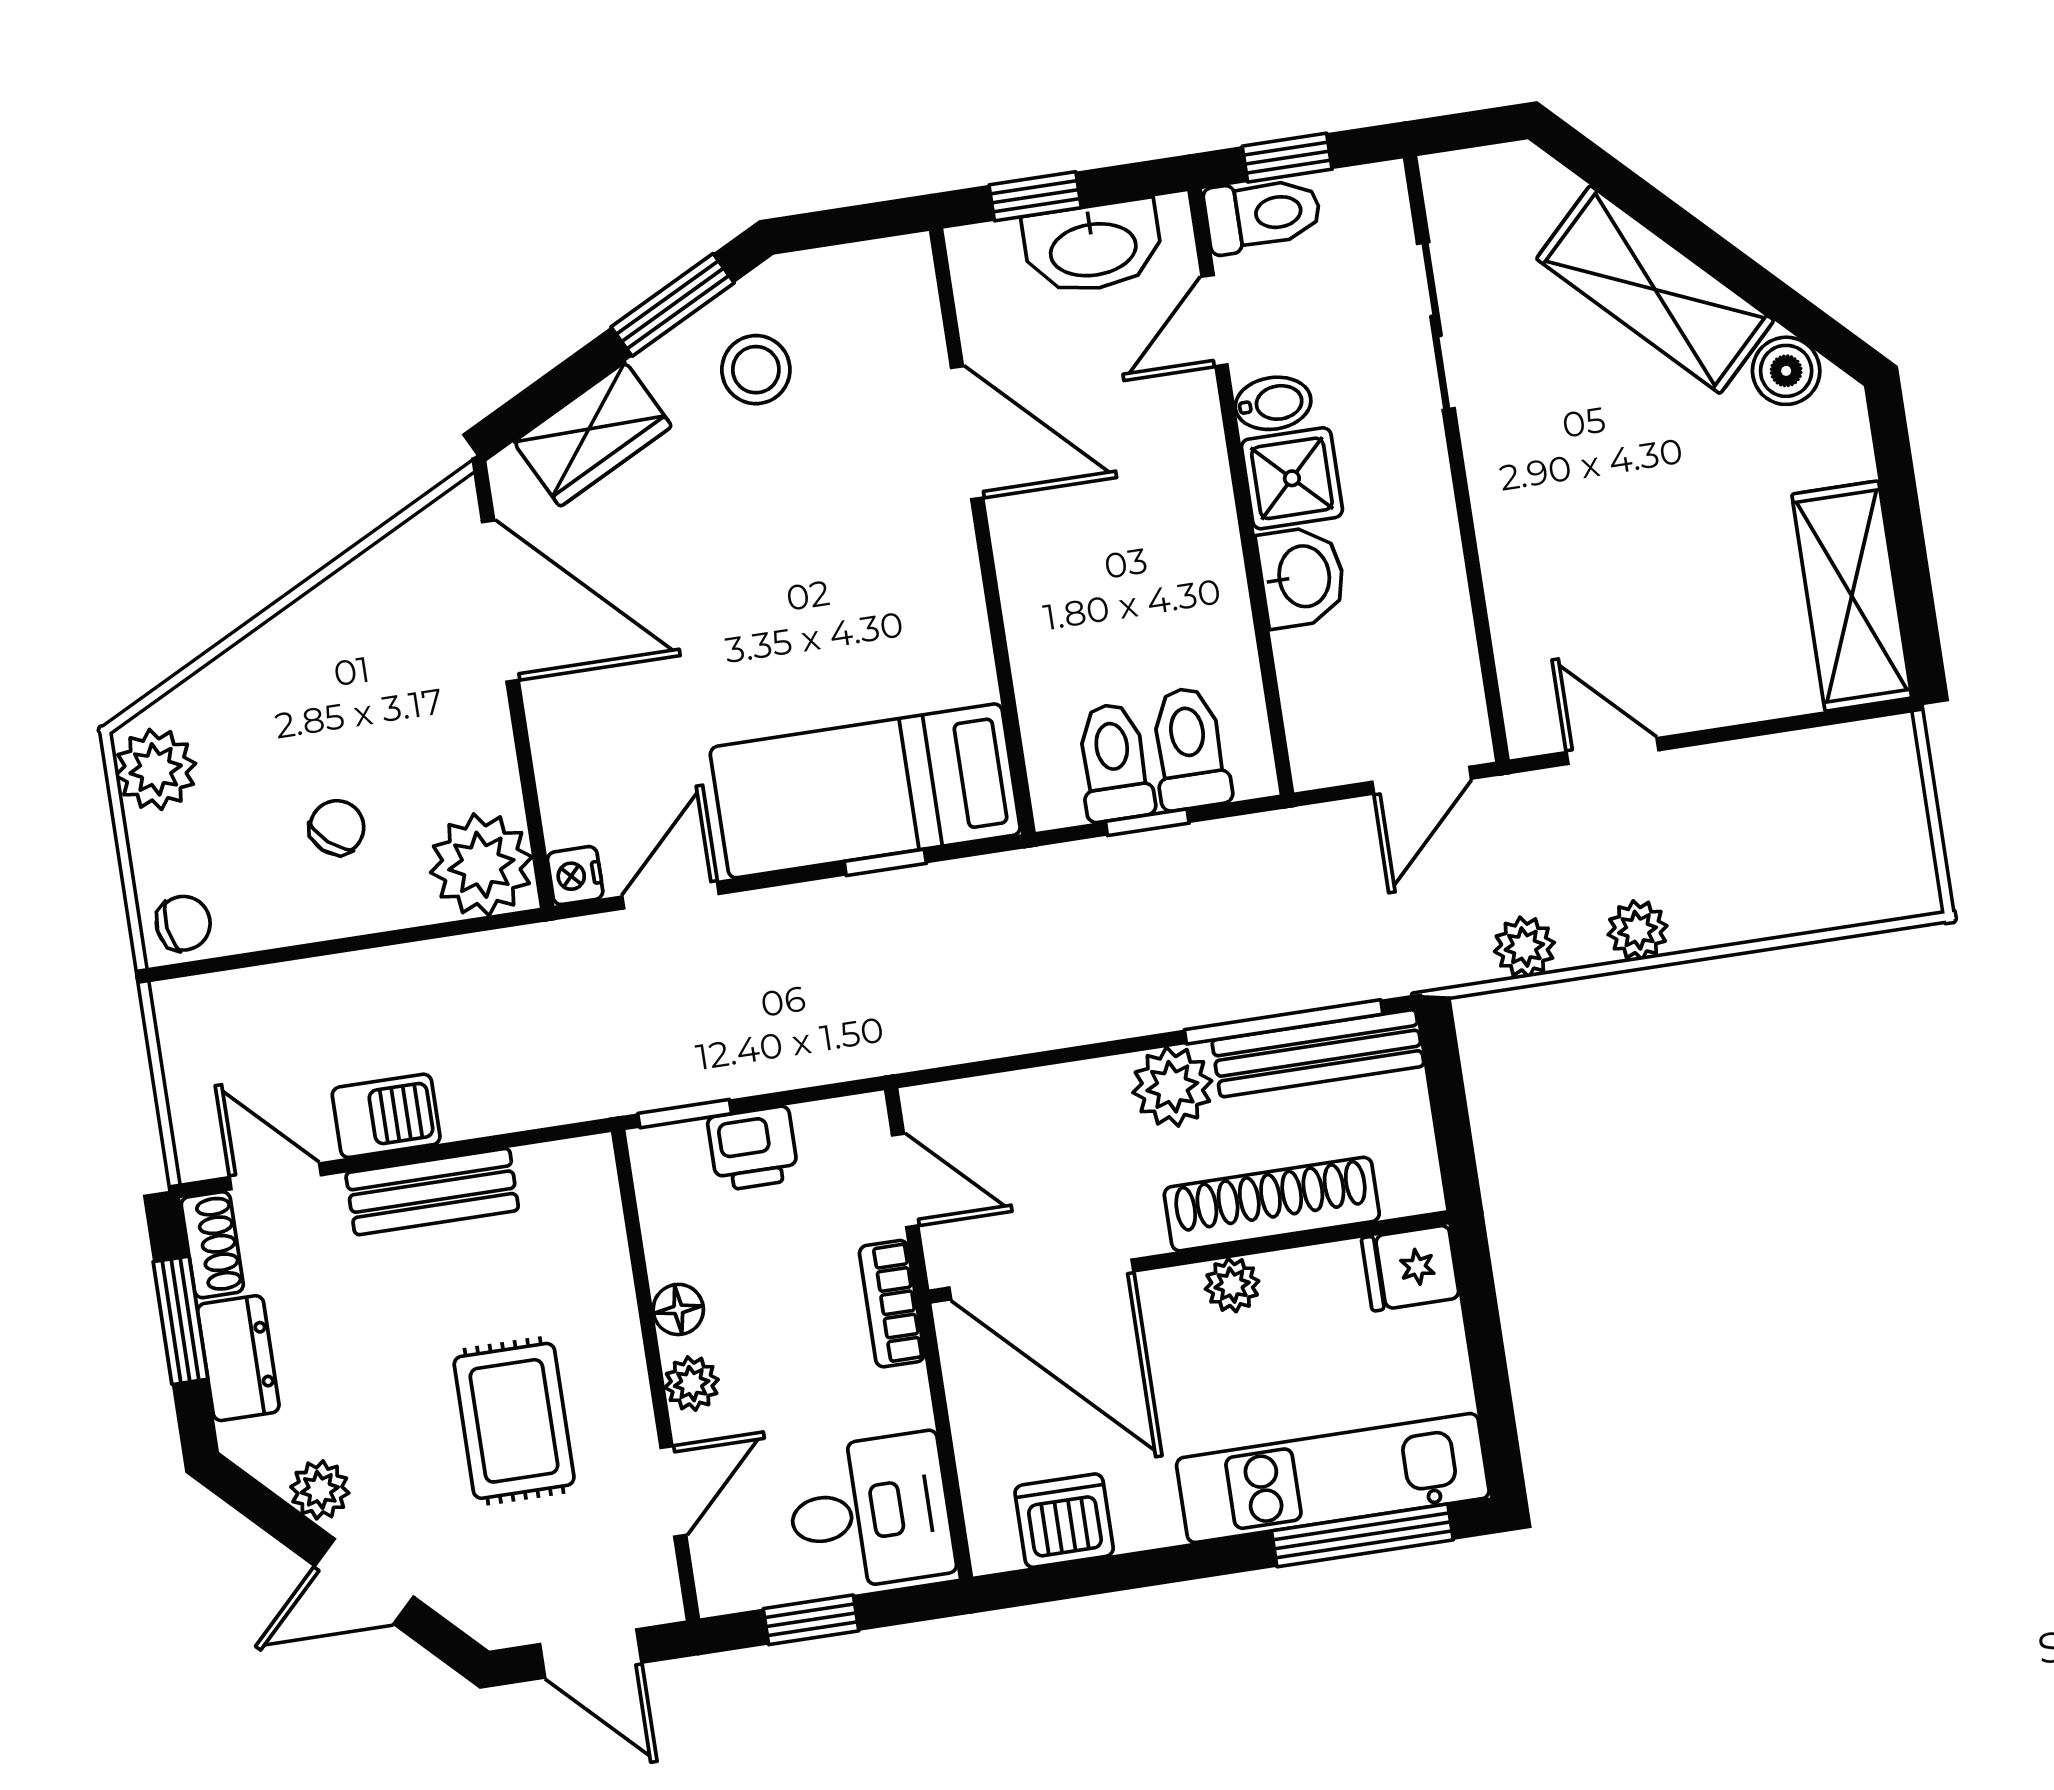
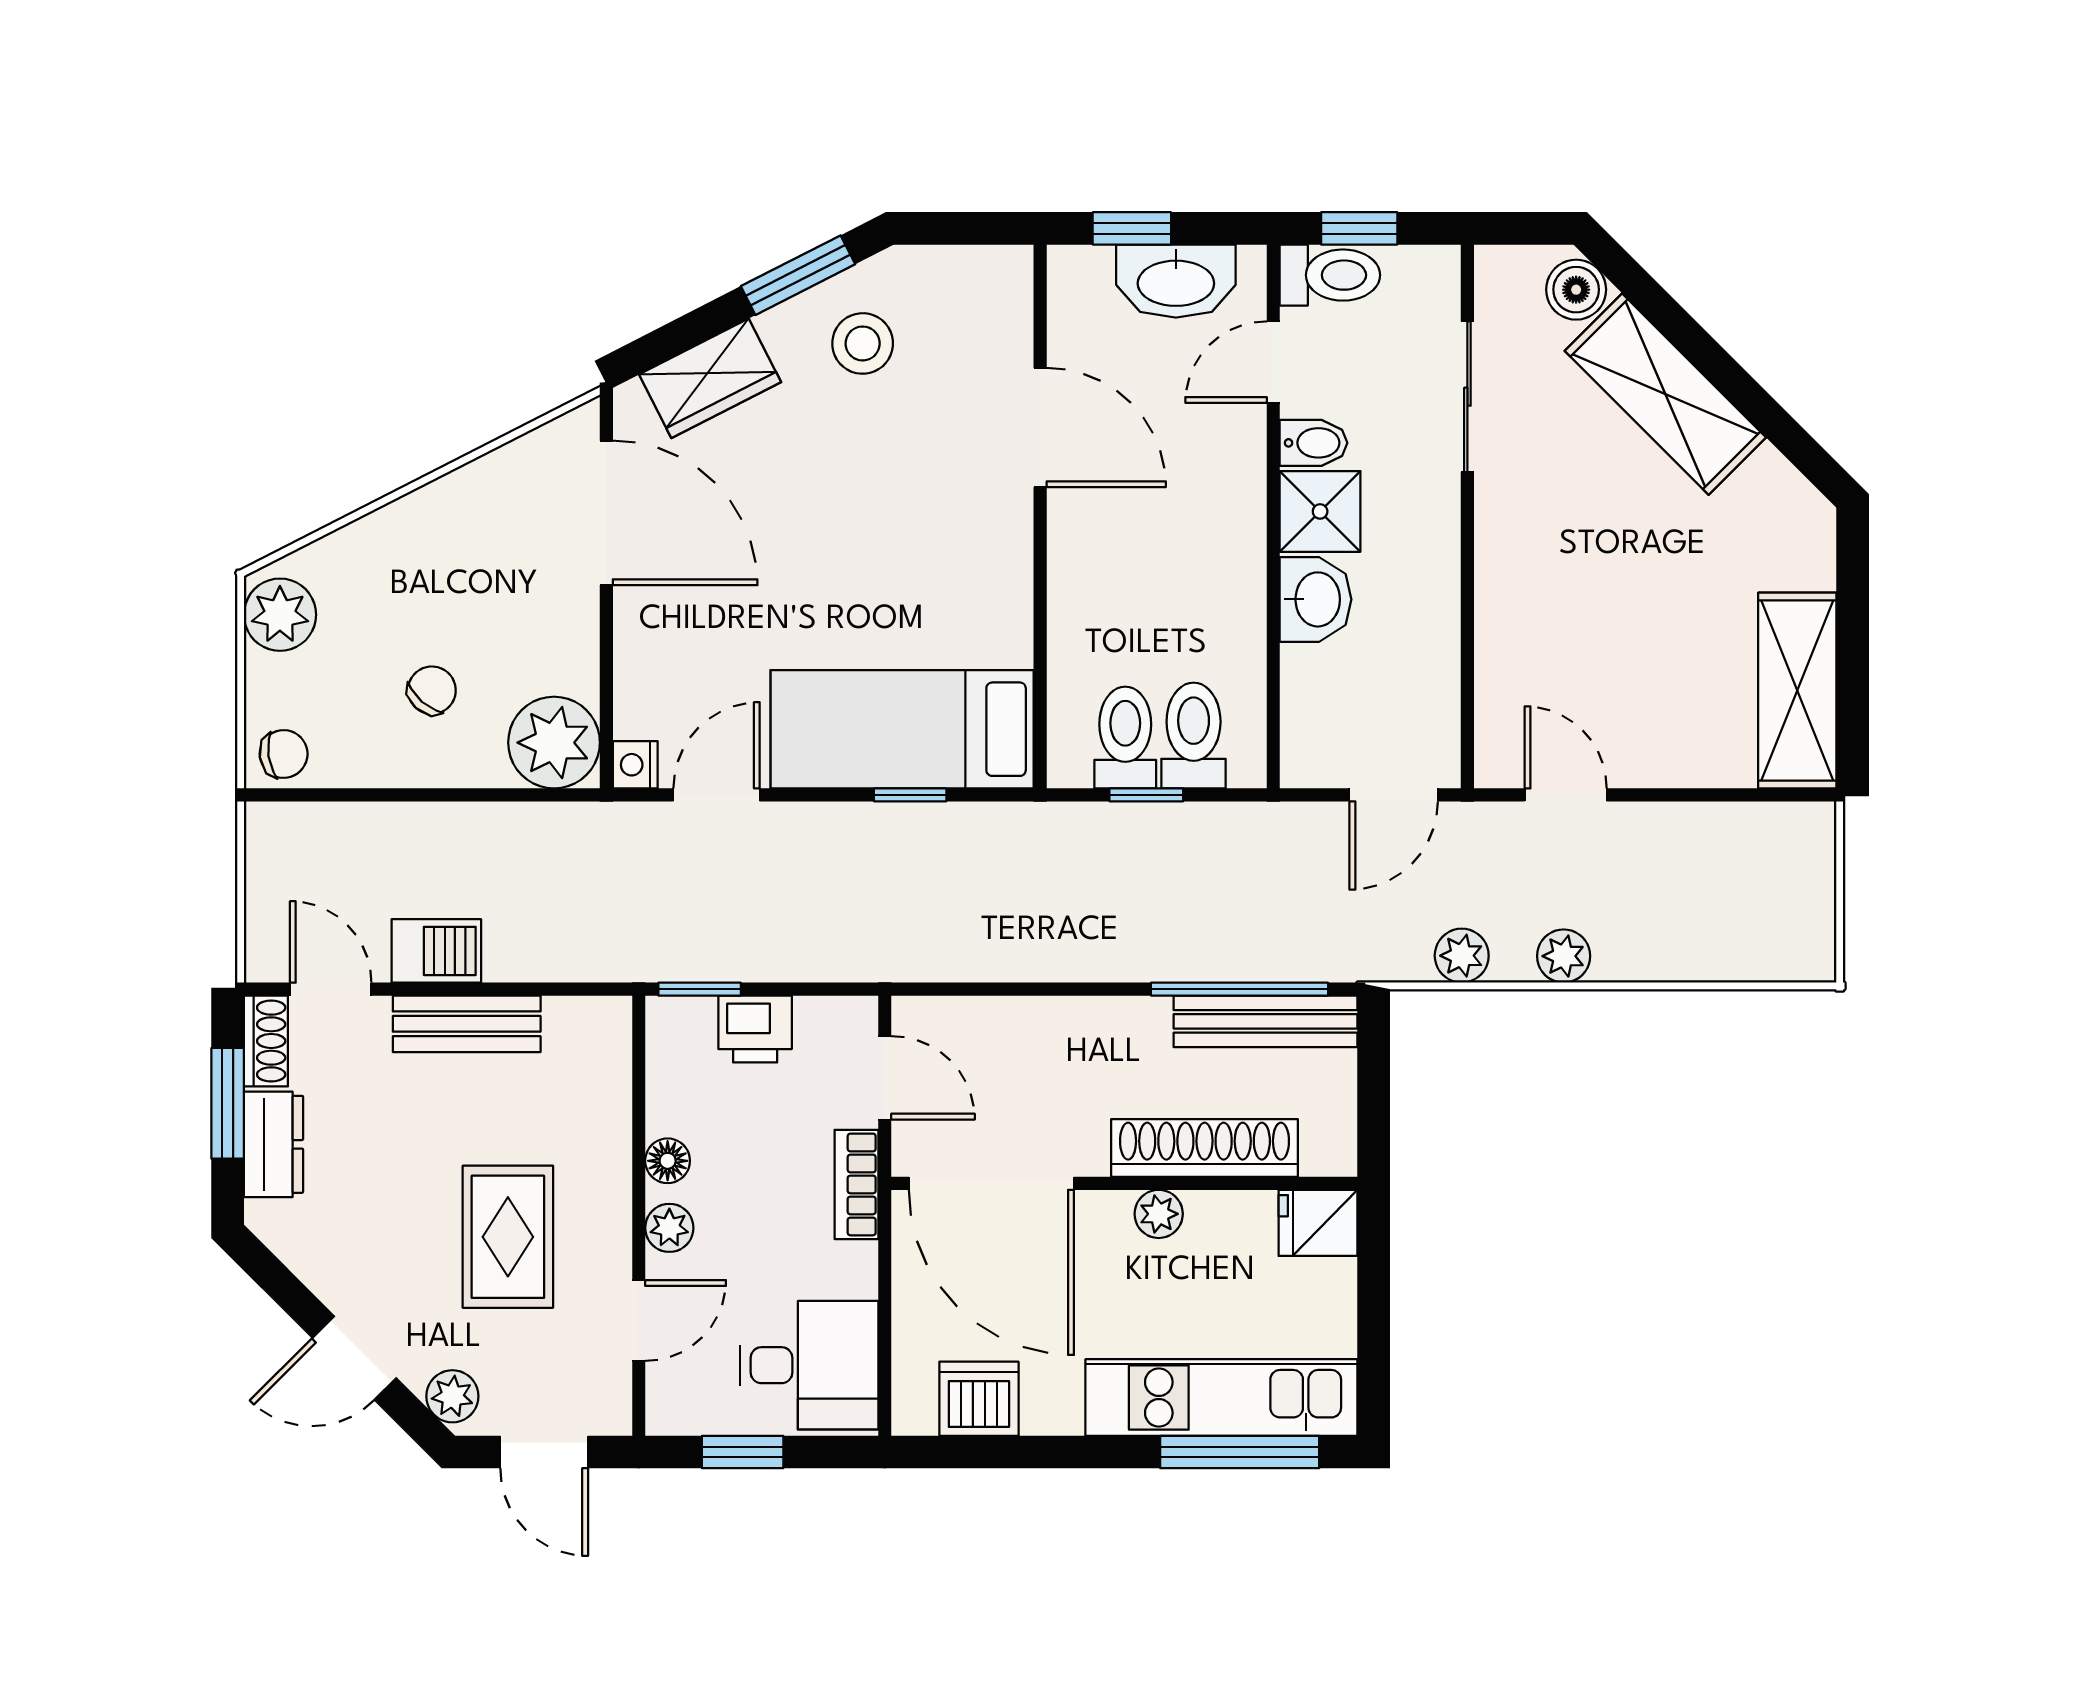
boiler: (1786, 371) -> (1576, 290), moved
plant: (1172, 1087) -> (1133, 1031), removed
plant: (320, 1490) -> (452, 1396), moved

